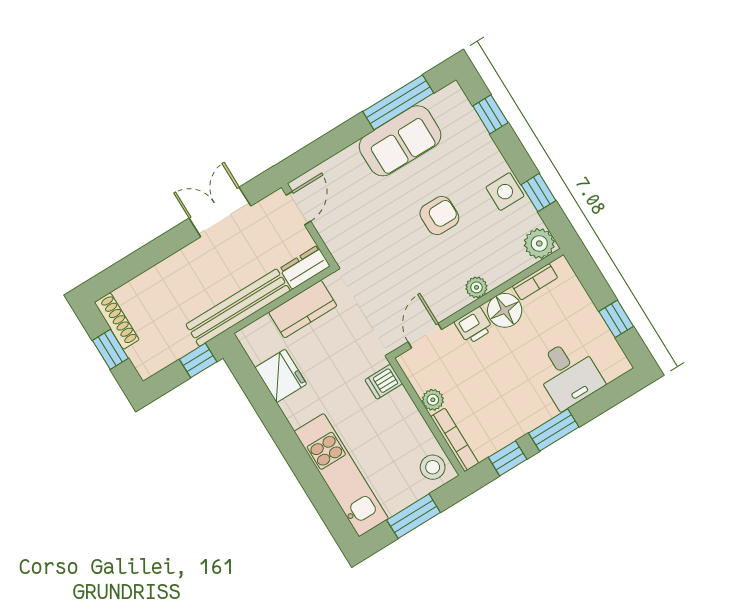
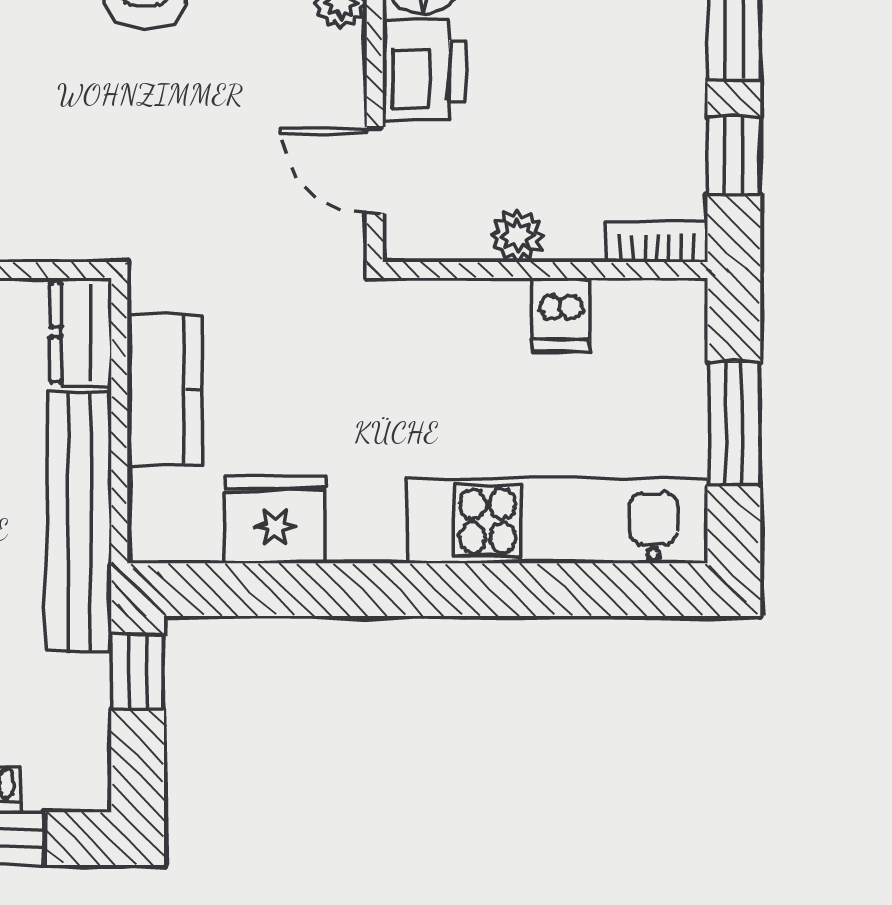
printer: (474, 326) -> (424, 70), width x1.36, depth x1.24
dishwasher: (384, 382) -> (561, 315), moved
bookcase: (455, 440) -> (657, 242), width x0.64
stool: (433, 467) -> (657, 322), removed

